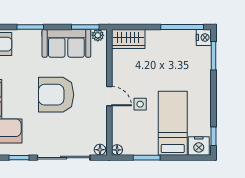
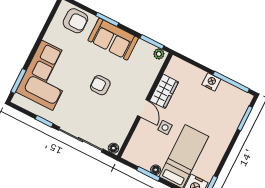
nightstand: (204, 37) -> (211, 82), moved, turned -90
wardrobe: (128, 39) -> (164, 91), moved, turned -90
sofa: (66, 43) -> (113, 39), moved
armchair: (56, 95) -> (100, 85), width x0.53, depth x0.53
floor lamp: (117, 150) -> (156, 170), moved

